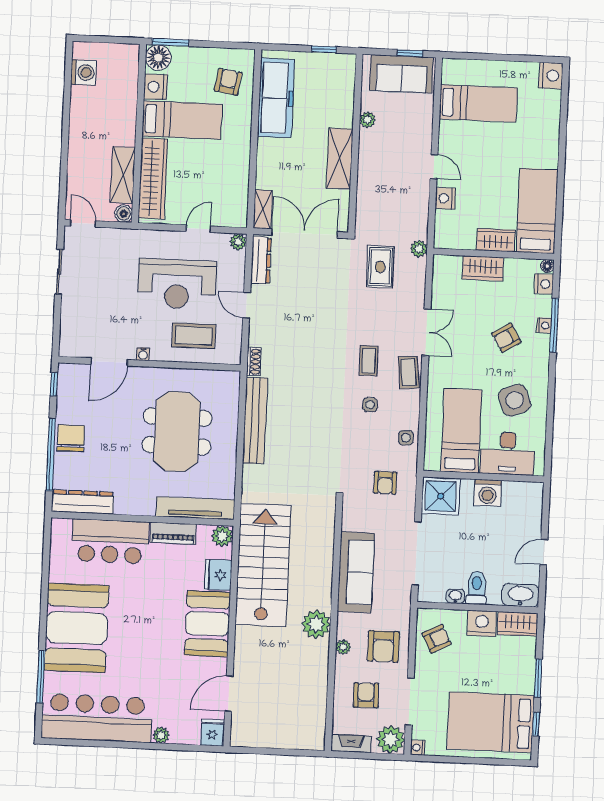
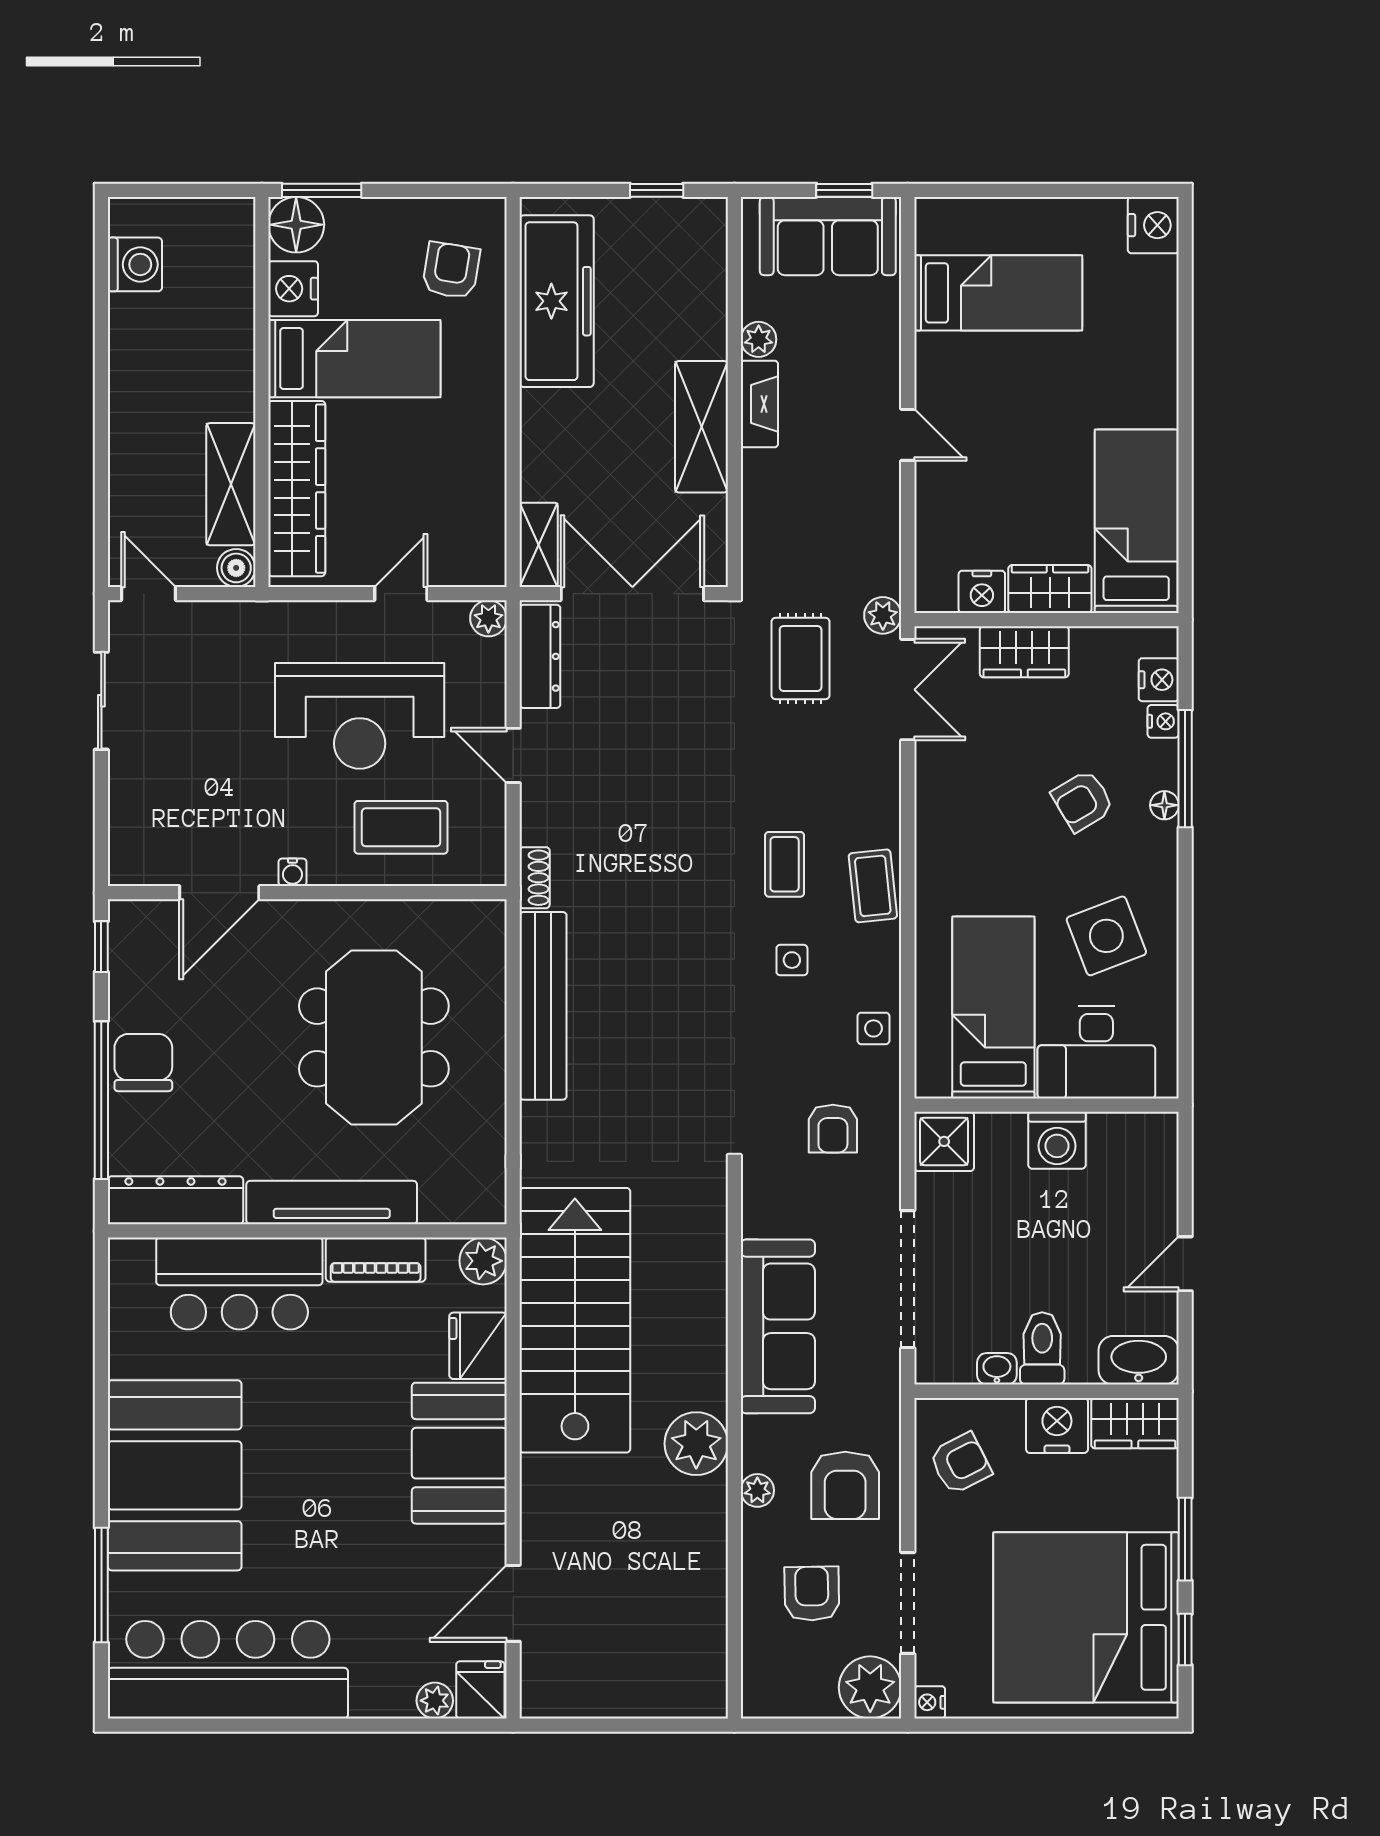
nightstand: (445, 198) -> (982, 592), moved, turned -90
floor lamp: (547, 266) -> (1164, 805), moved
nightstand: (544, 325) -> (1163, 721), moved
double door: (426, 332) -> (908, 690), moved
shower: (441, 496) -> (944, 1141), width x0.73, depth x0.73
tv unit: (195, 508) -> (332, 1203), moved
bed: (491, 722) -> (1086, 1617), width x1.36
plant: (161, 735) -> (435, 1701), moved
fireplace: (351, 743) -> (759, 404), moved, turned 90

